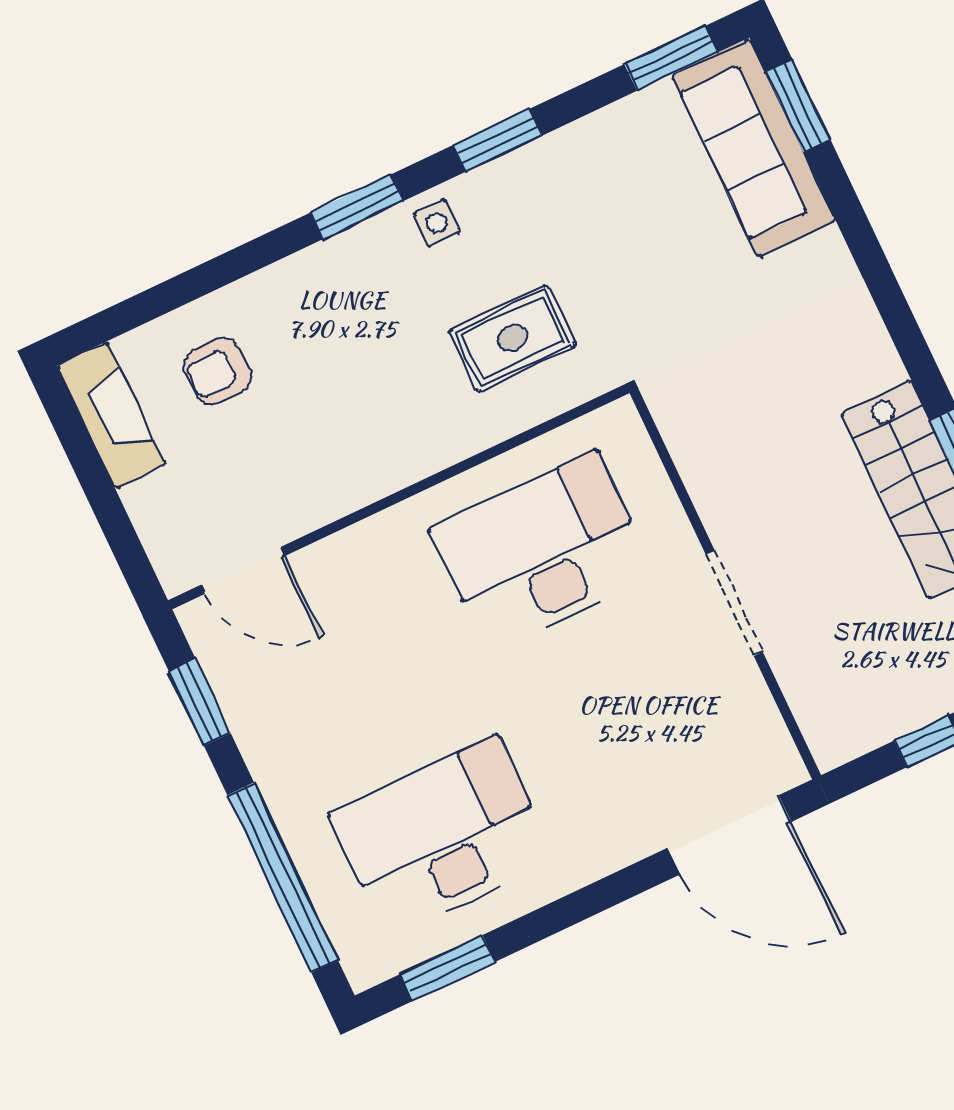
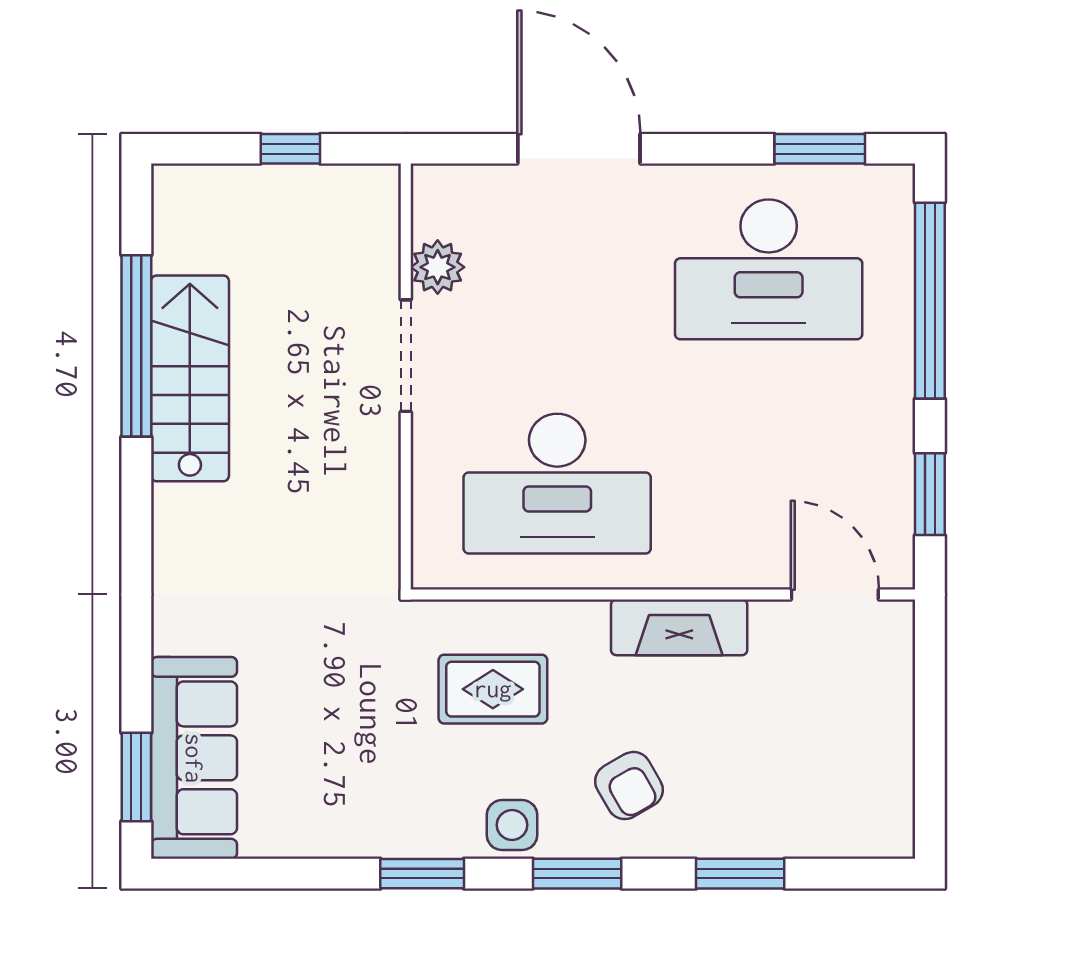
window: (671, 58) -> (740, 874), moved
side table: (437, 223) -> (512, 825), width x1.37, depth x1.37
armchair: (218, 371) -> (629, 786), moved, turned 60
fireplace: (111, 415) -> (679, 627), moved, turned -90
plant: (743, 697) -> (438, 267), added
door: (729, 835) -> (579, 149), moved

